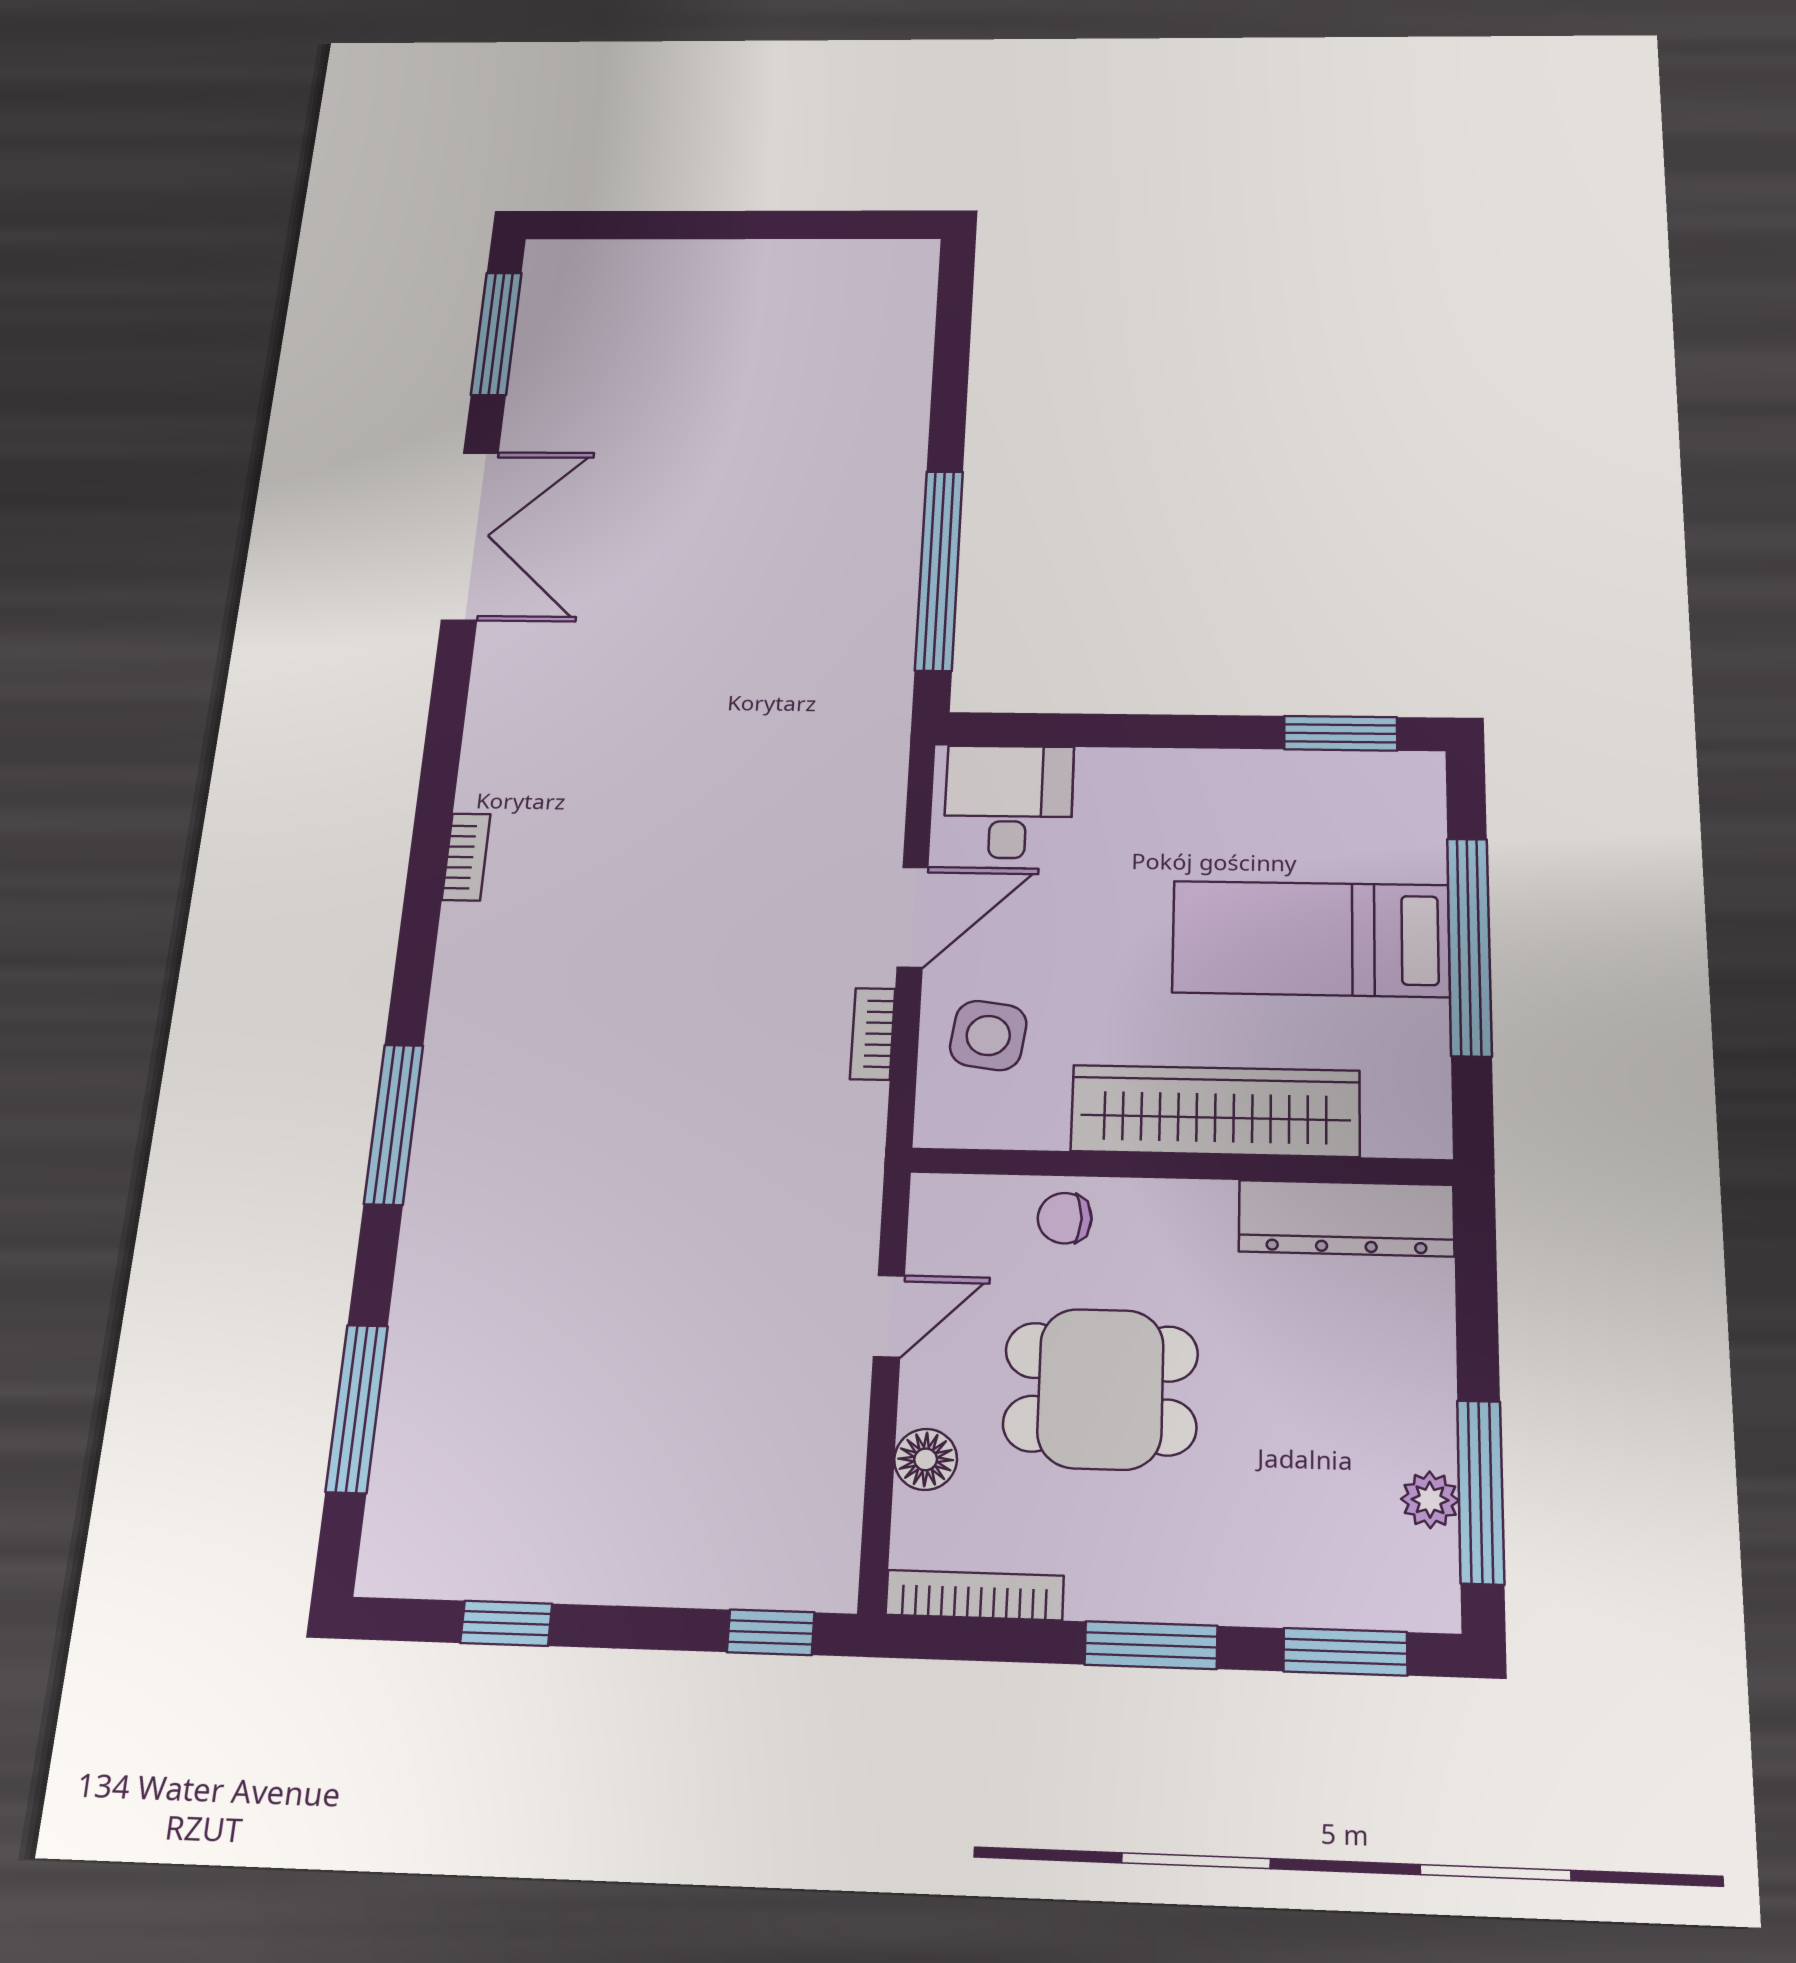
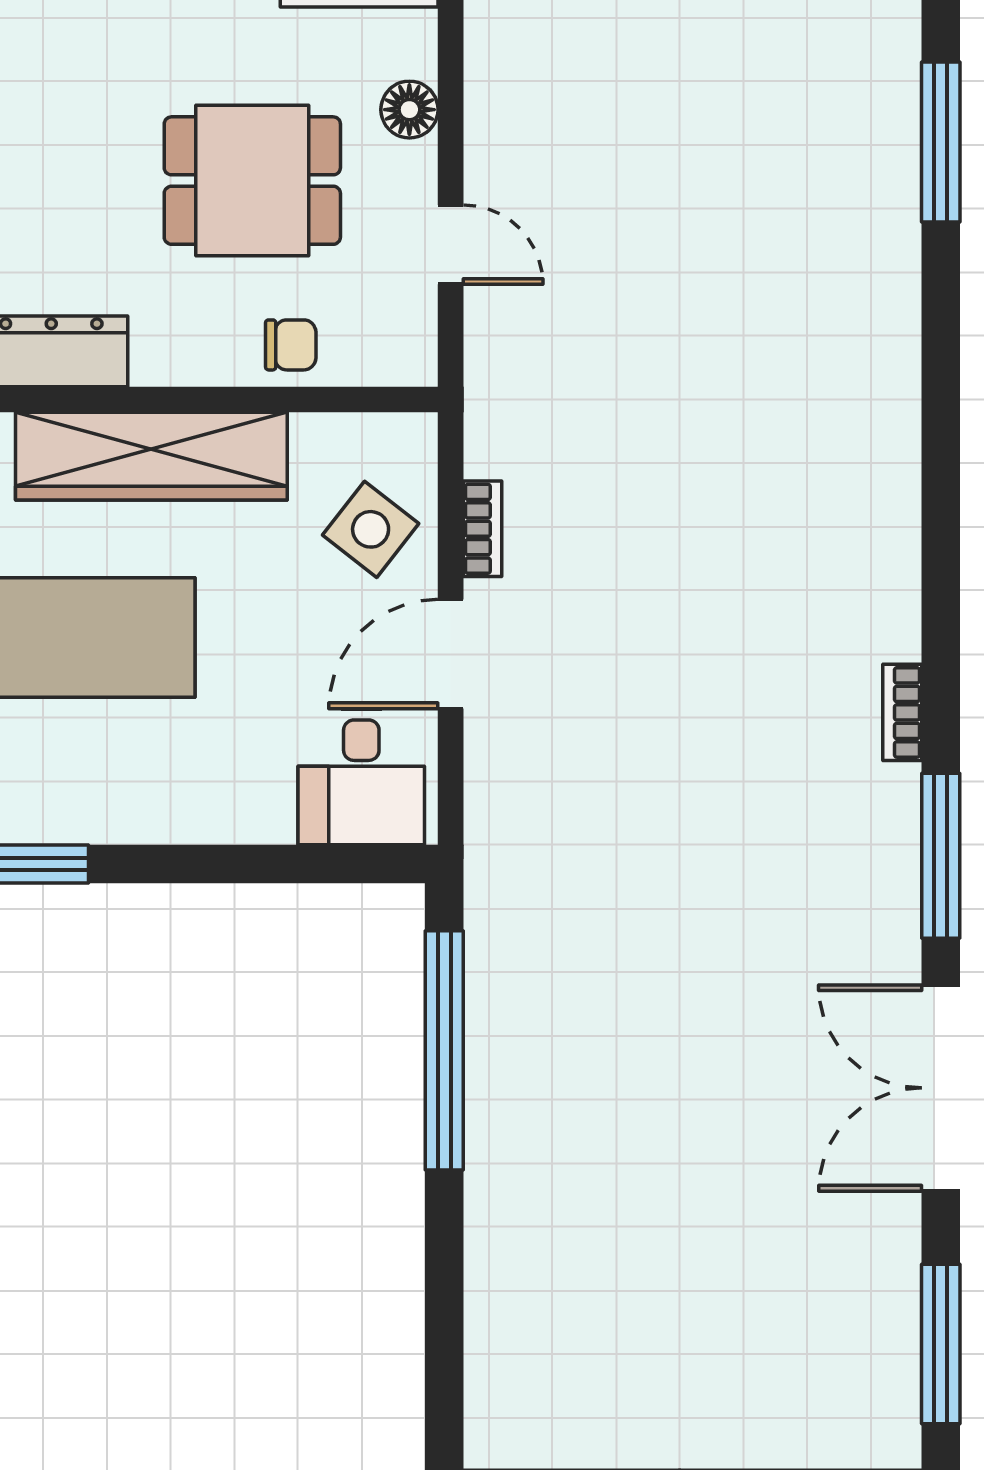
side table: (988, 1035) -> (371, 529), turned 30
window: (394, 1124) -> (941, 856), moved
door: (889, 1316) -> (451, 245), swing flipped

